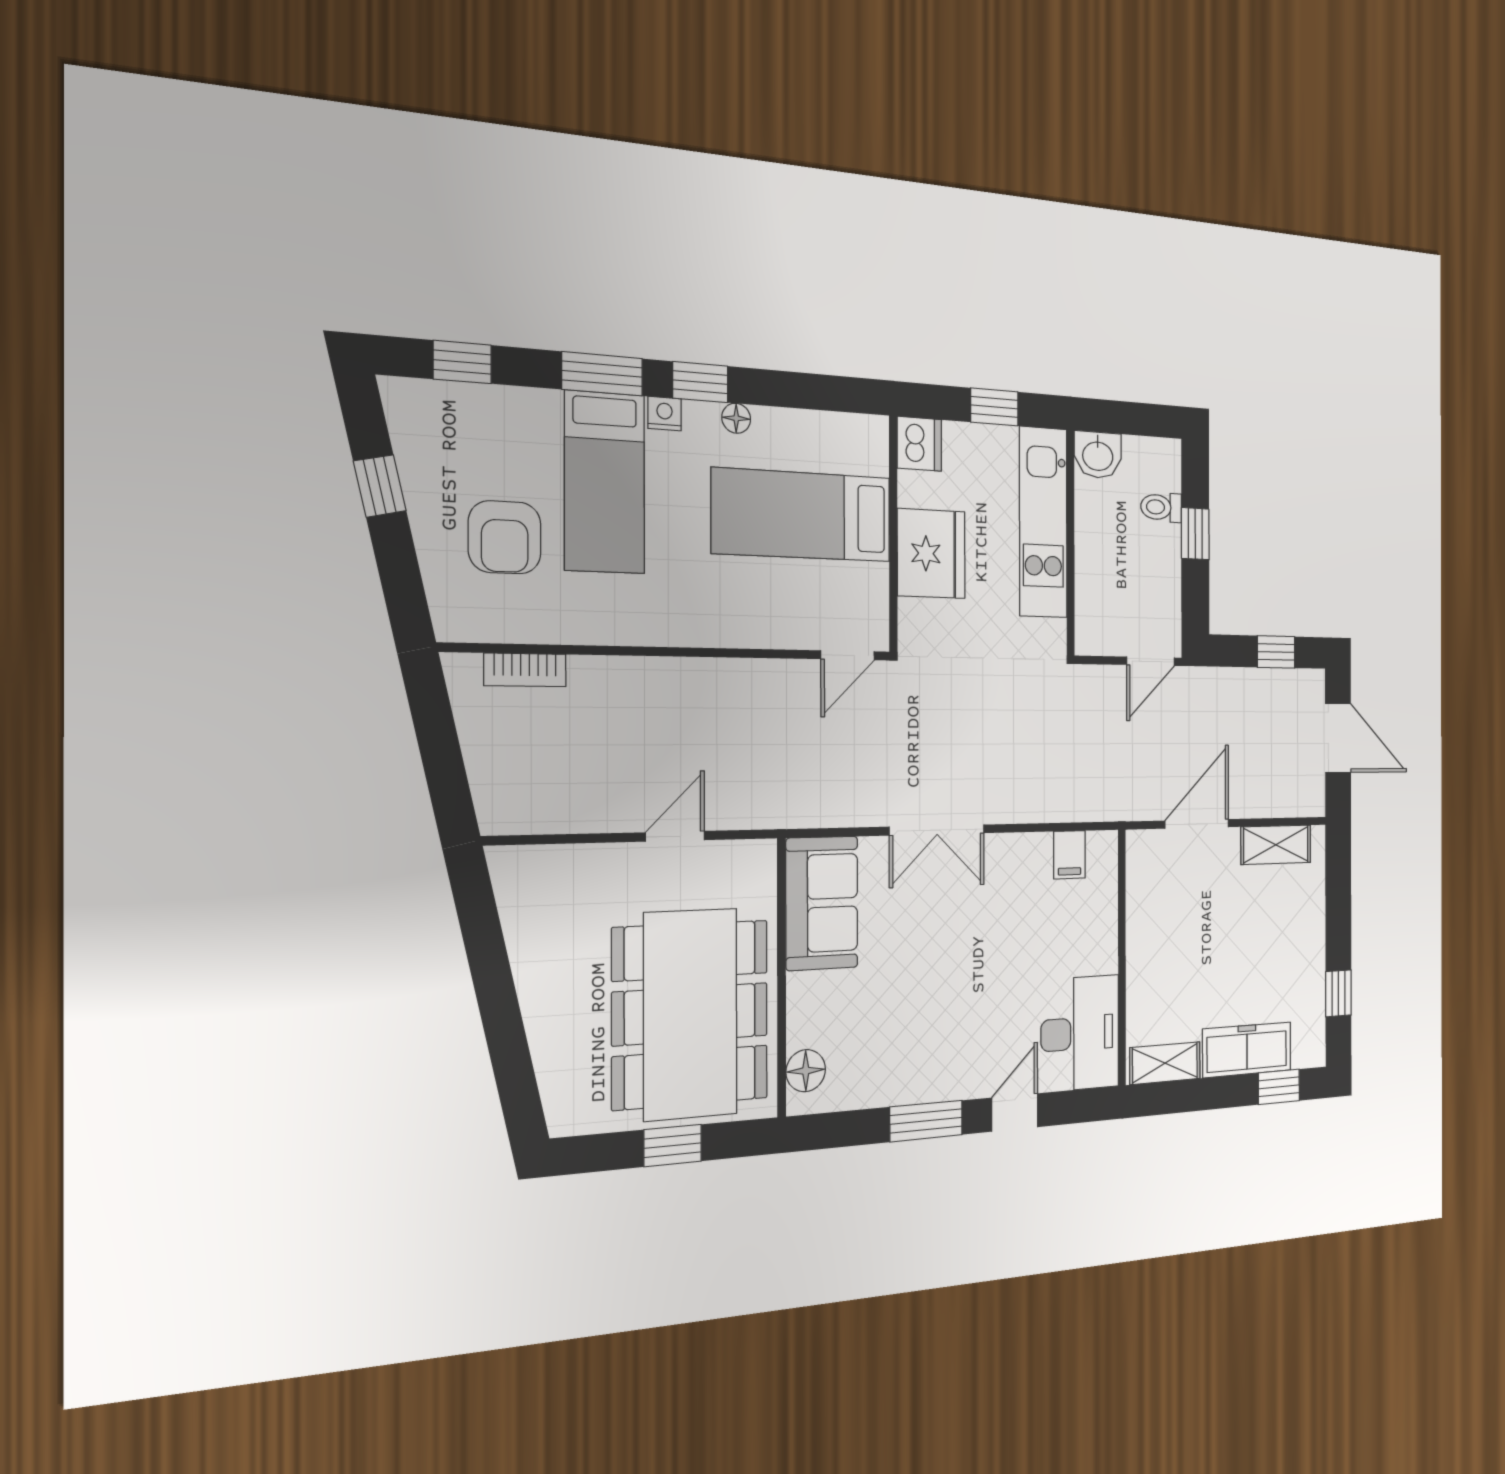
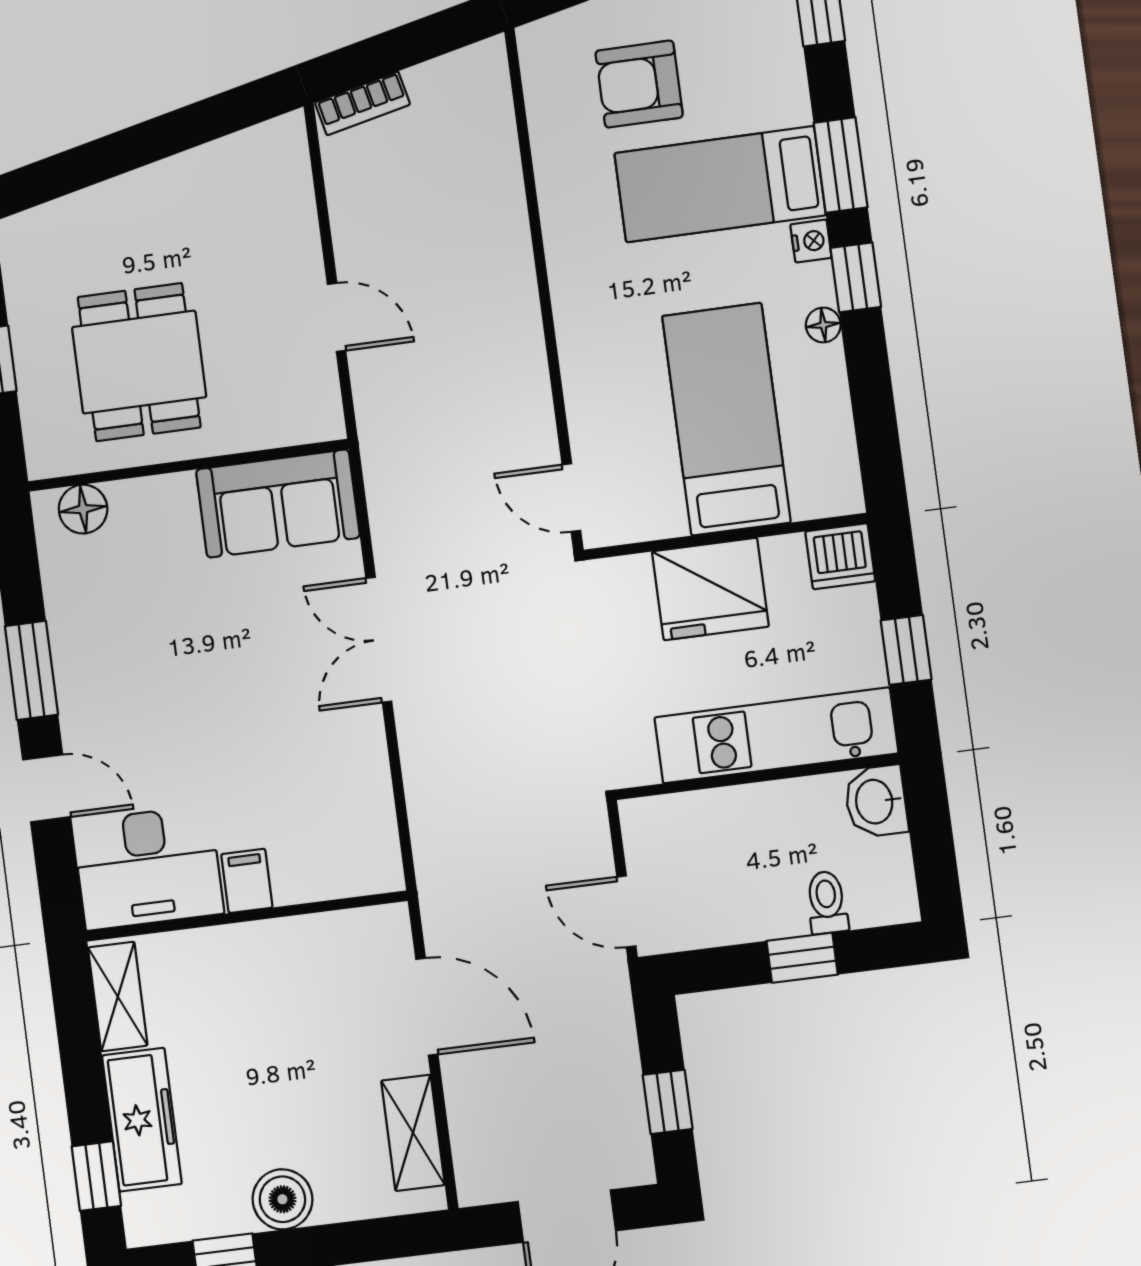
bookcase: (525, 670) -> (362, 103), moved, turned -103
filing cabinet: (1069, 855) -> (247, 881), moved, turned 90
boiler: (1307, 947) -> (282, 1199), added
dining table: (690, 1014) -> (139, 362), width x0.53, depth x0.80

